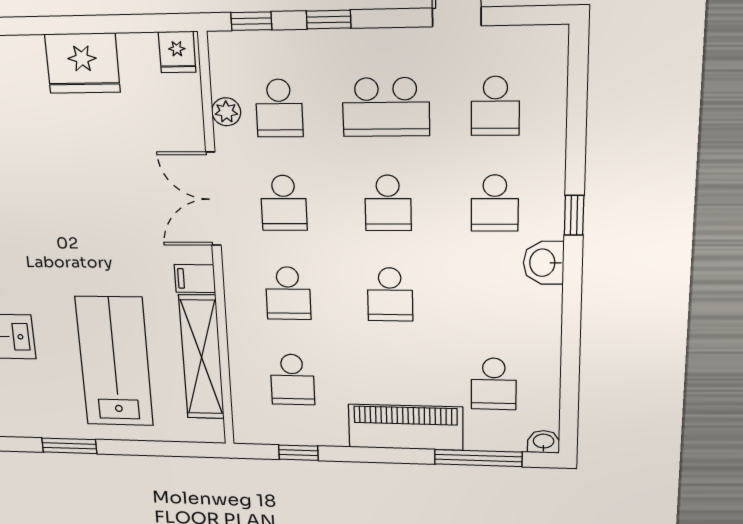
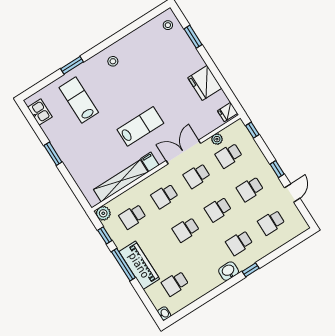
window: (329, 20) -> (277, 169), moved
school desk: (386, 107) -> (250, 189), width x0.54
lab bench: (114, 362) -> (140, 126), moved, width x0.73, depth x0.72
plant: (250, 429) -> (103, 213), added
window: (478, 458) -> (123, 265), moved

